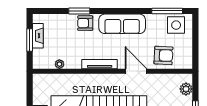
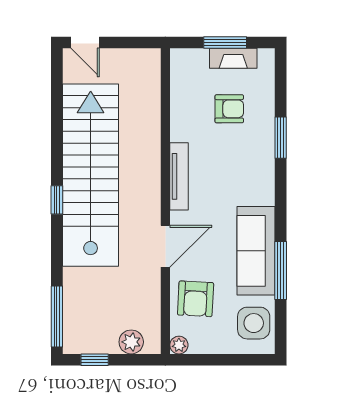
window: (167, 11) -> (281, 270), moved
armchair: (85, 23) -> (229, 109), moved, turned 90
sofa: (122, 24) -> (256, 251), moved
plant: (59, 64) -> (179, 345), moved

